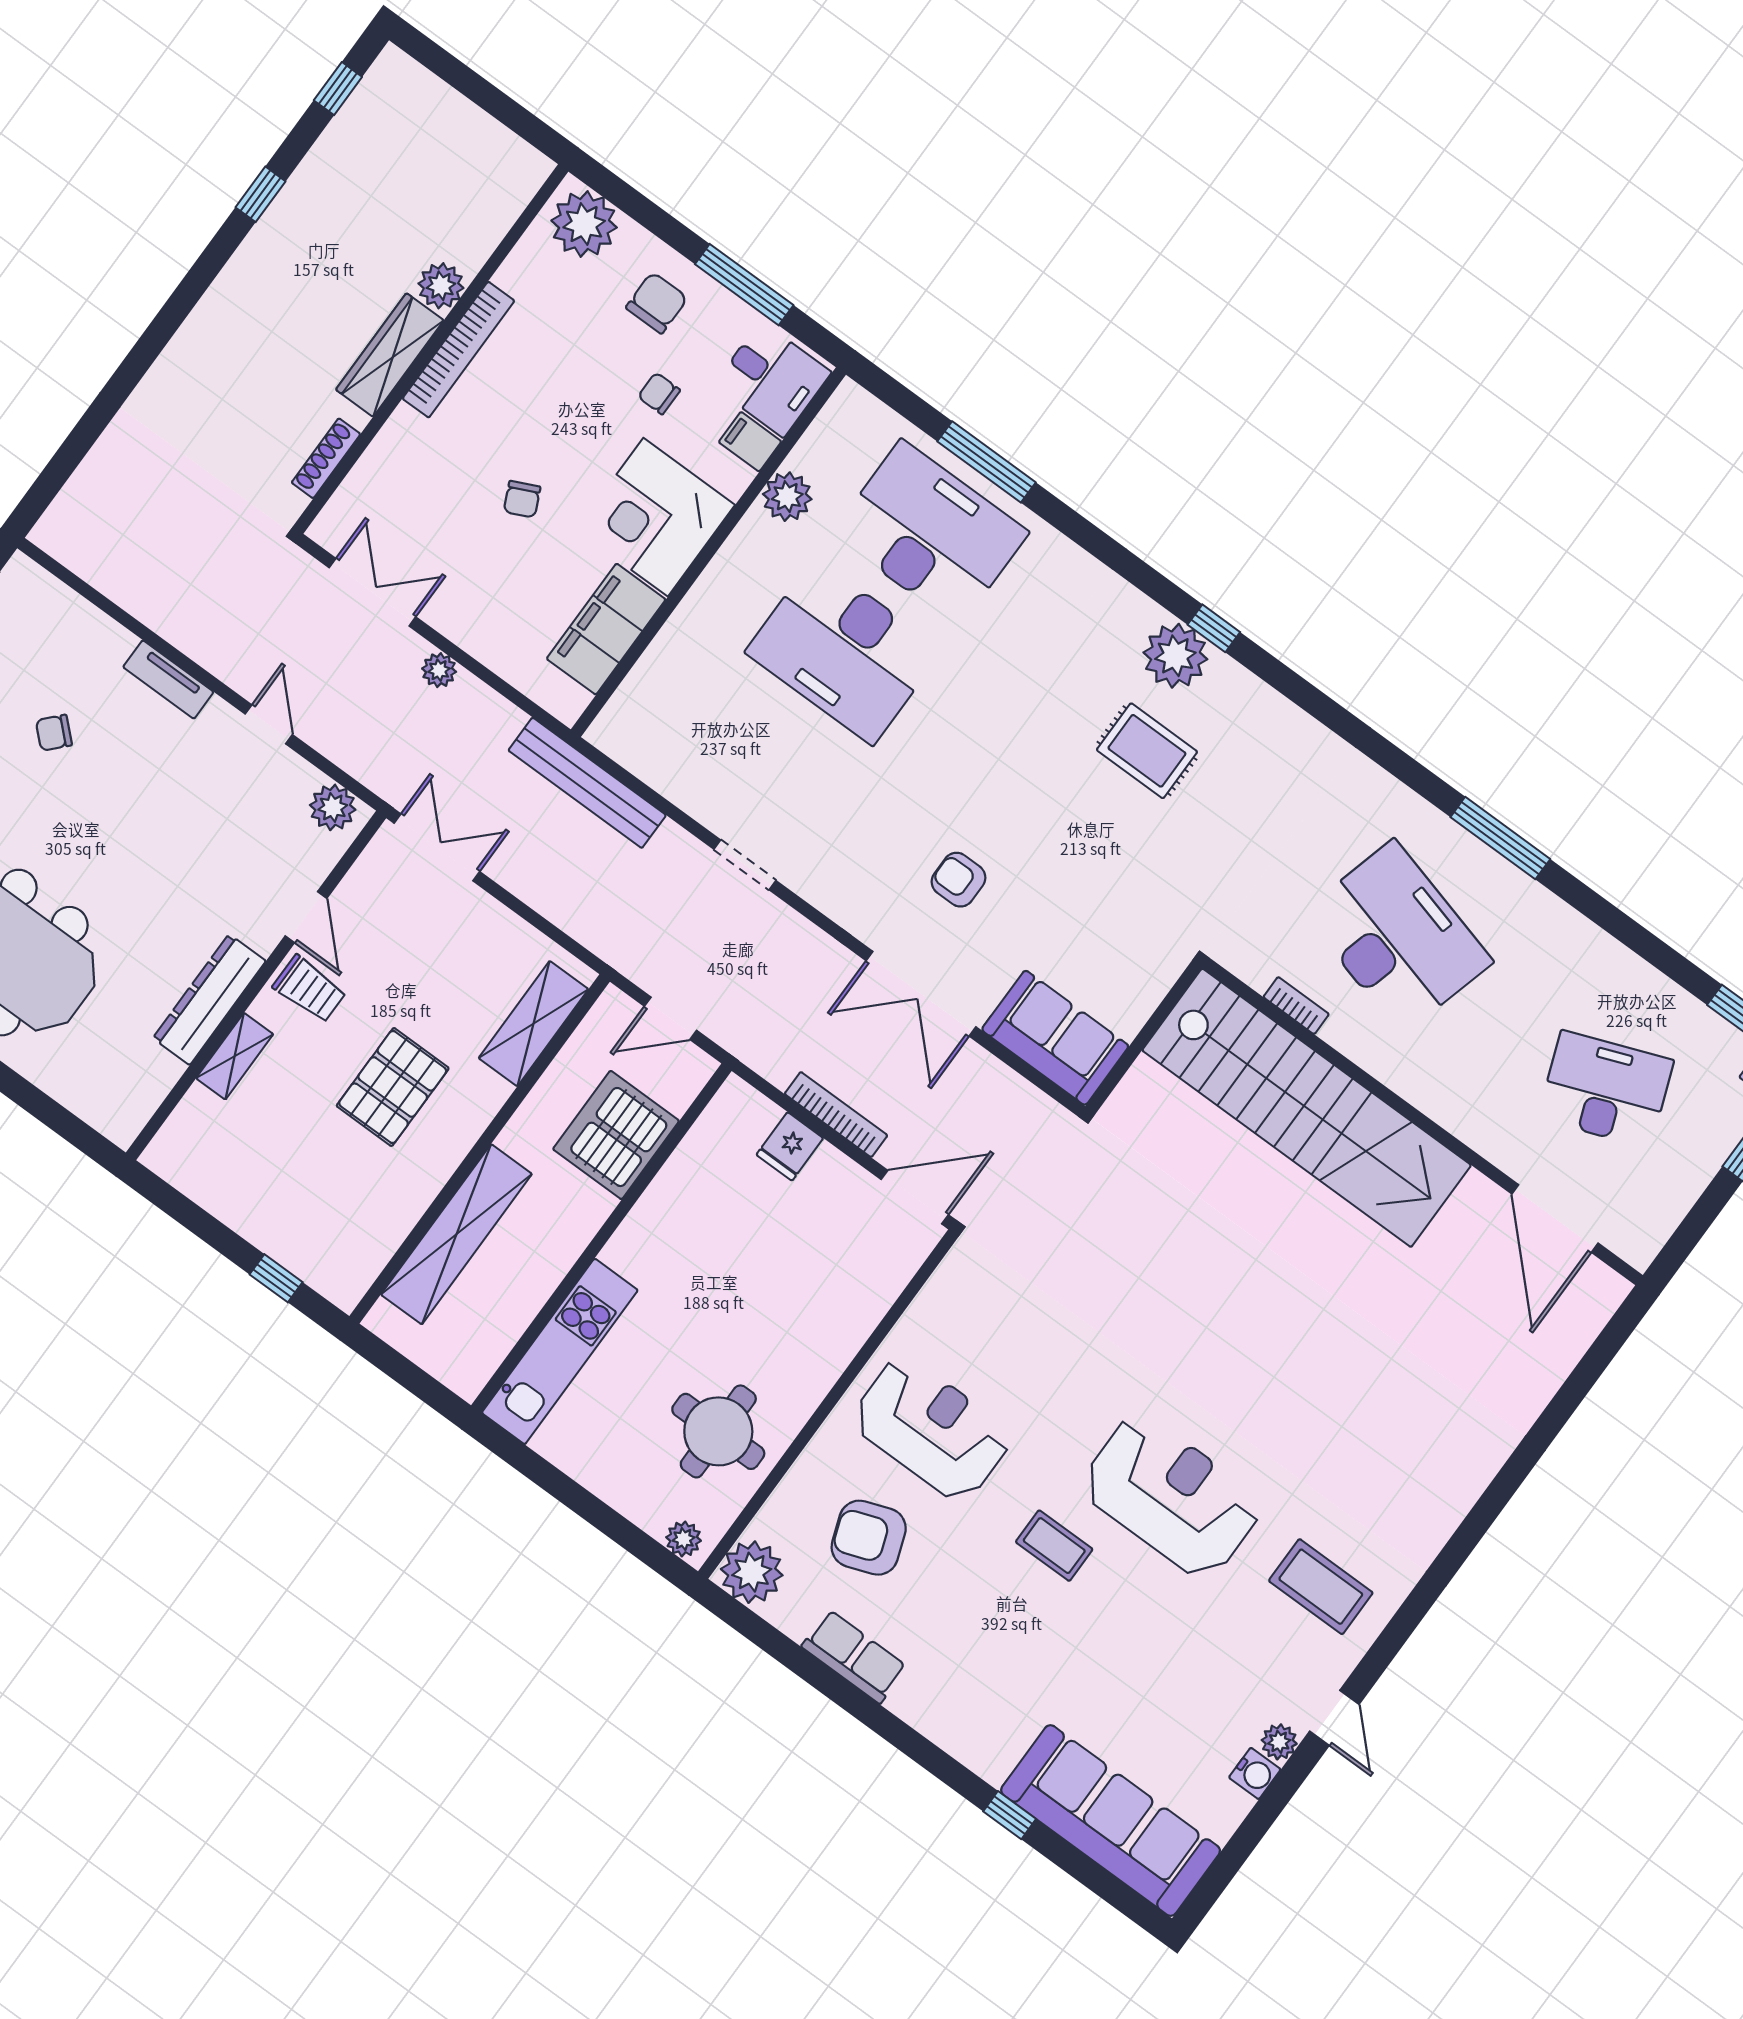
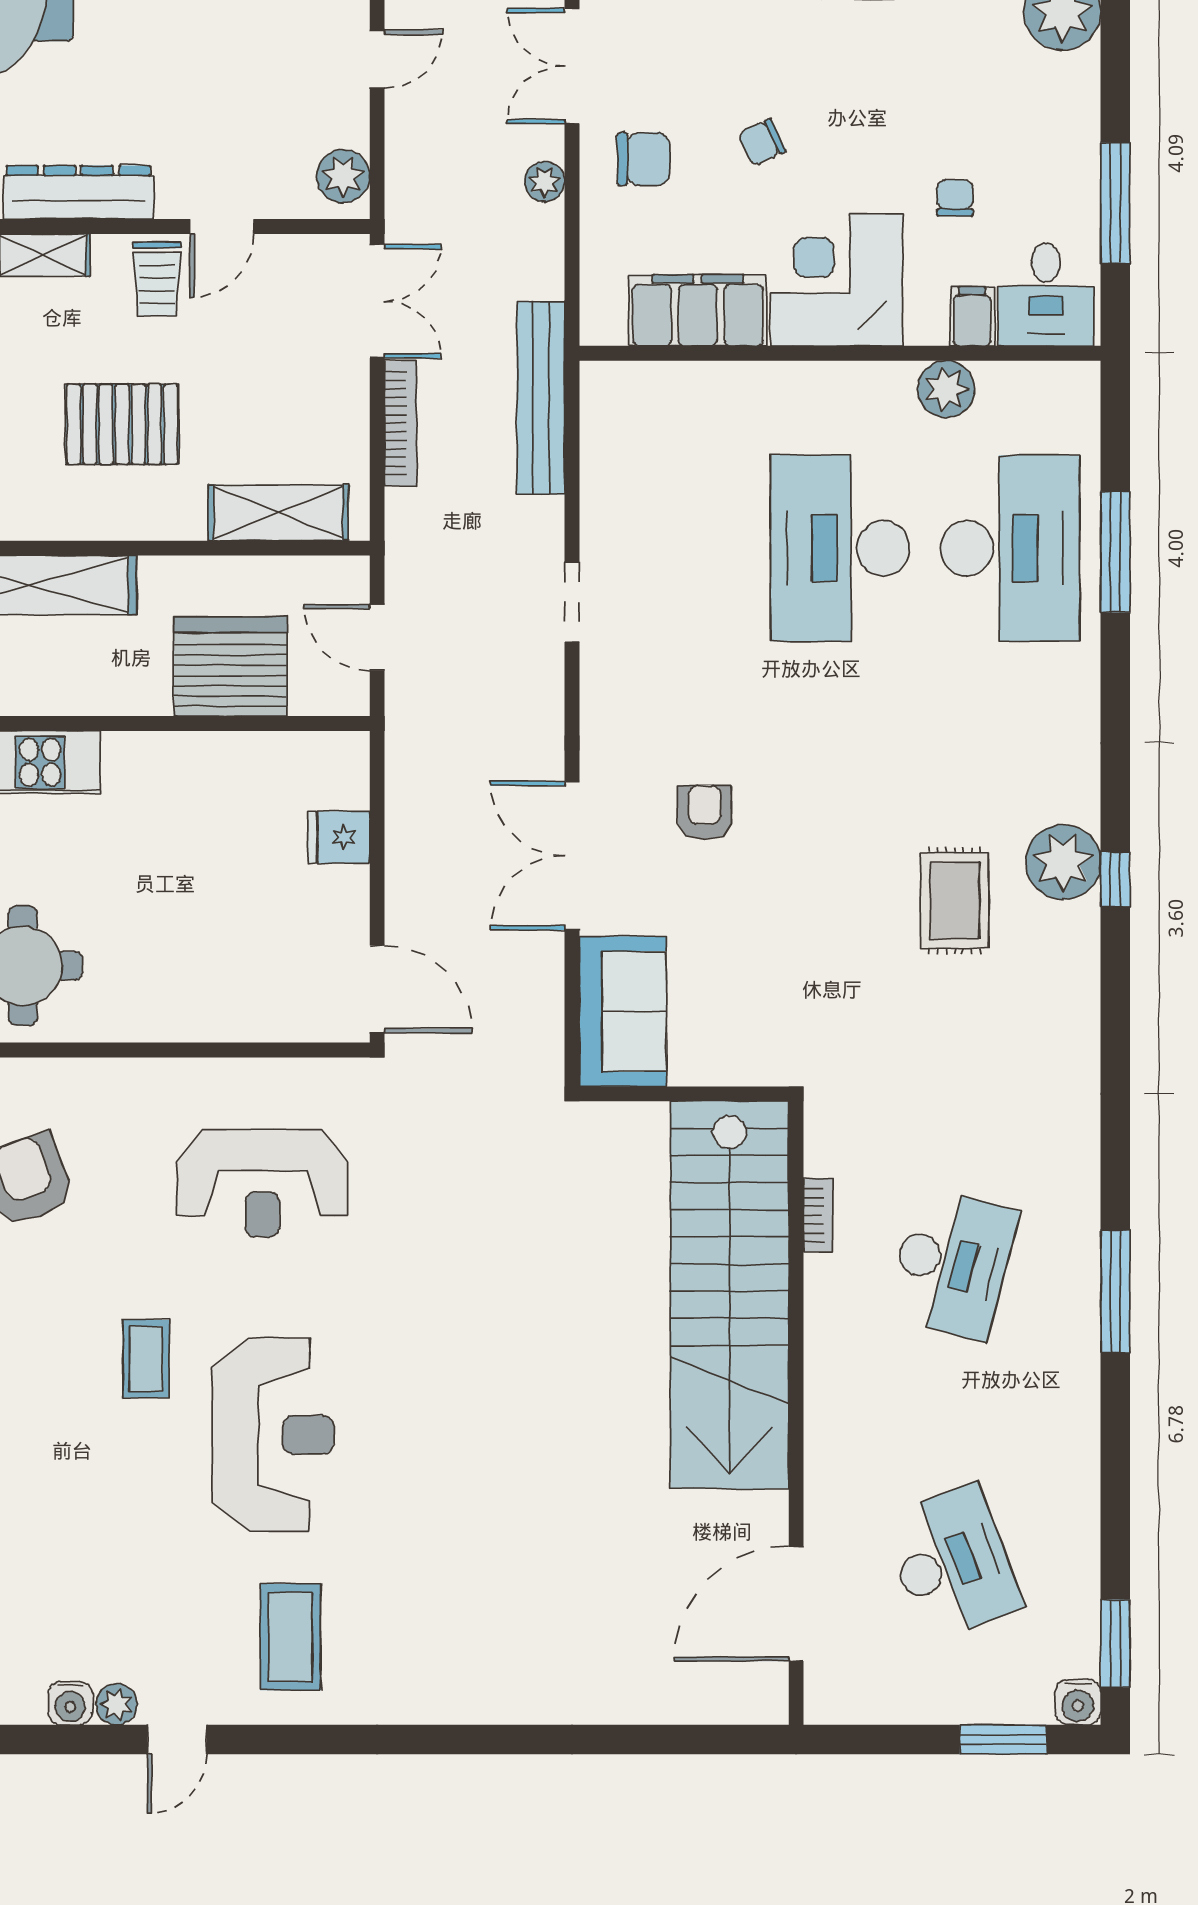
chair: (657, 303) -> (644, 159), moved
double door: (372, 592) -> (572, 66), swing flipped
desk: (1398, 937) -> (952, 1263), width x0.73, depth x0.77
bookcase: (836, 1115) -> (400, 423), moved
reception desk: (932, 1429) -> (262, 1183), moved, turned 90

